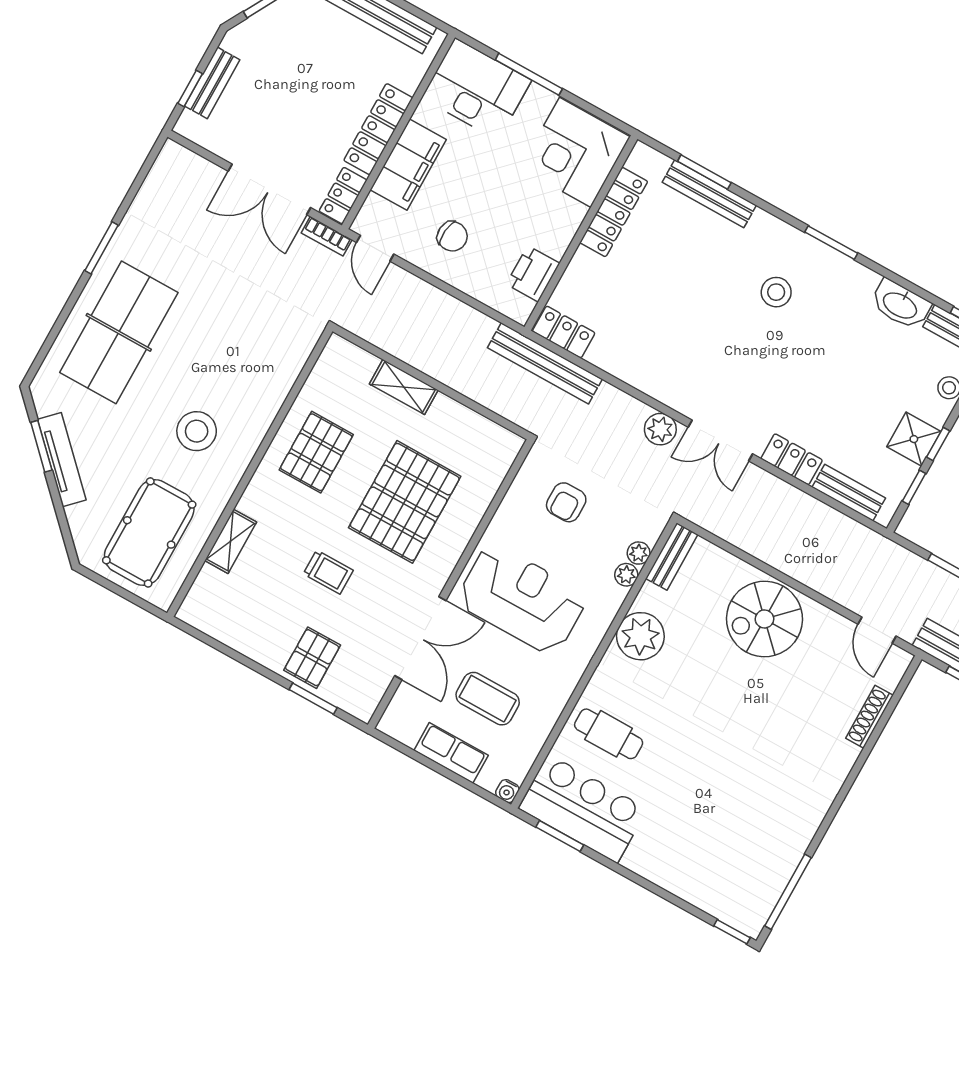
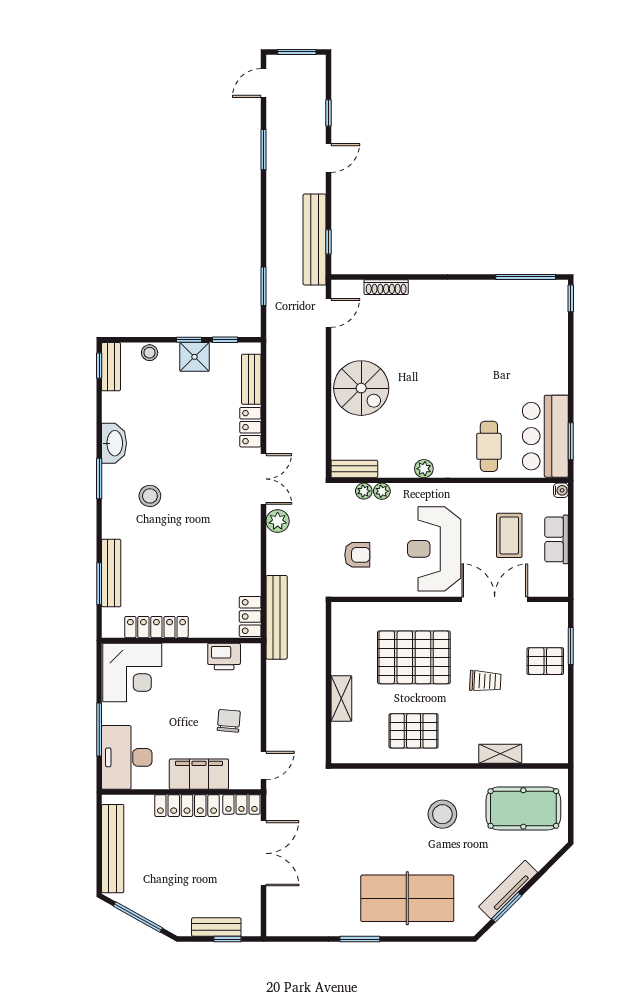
bookcase: (327, 236) -> (273, 800), removed
washbasin: (900, 305) -> (114, 443), moved
trolley: (328, 572) -> (485, 681), turned 93
plant: (640, 636) -> (424, 469), width x0.53, depth x0.53

